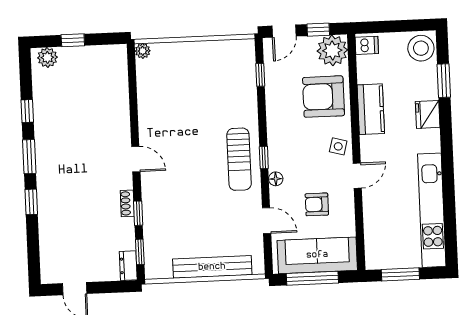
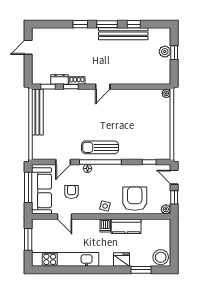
dishwasher: (367, 45) -> (105, 225), moved
plant: (332, 50) -> (166, 209), width x0.53, depth x0.53
plant: (47, 57) -> (165, 52), moved
bench: (44, 128) -> (123, 34), added
window: (264, 157) -> (100, 162), width x3.17
door: (357, 176) -> (64, 216), moved
dresser: (128, 266) -> (60, 79), moved
bench: (212, 267) -> (37, 112), moved

